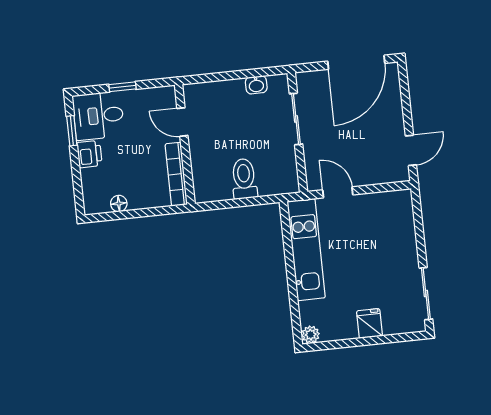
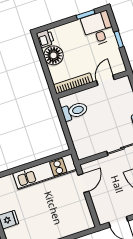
printer: (89, 154) -> (45, 38), moved, turned -90
toilet: (244, 179) -> (75, 111), moved
floor lamp: (119, 204) -> (54, 55), width x1.89, depth x1.89

